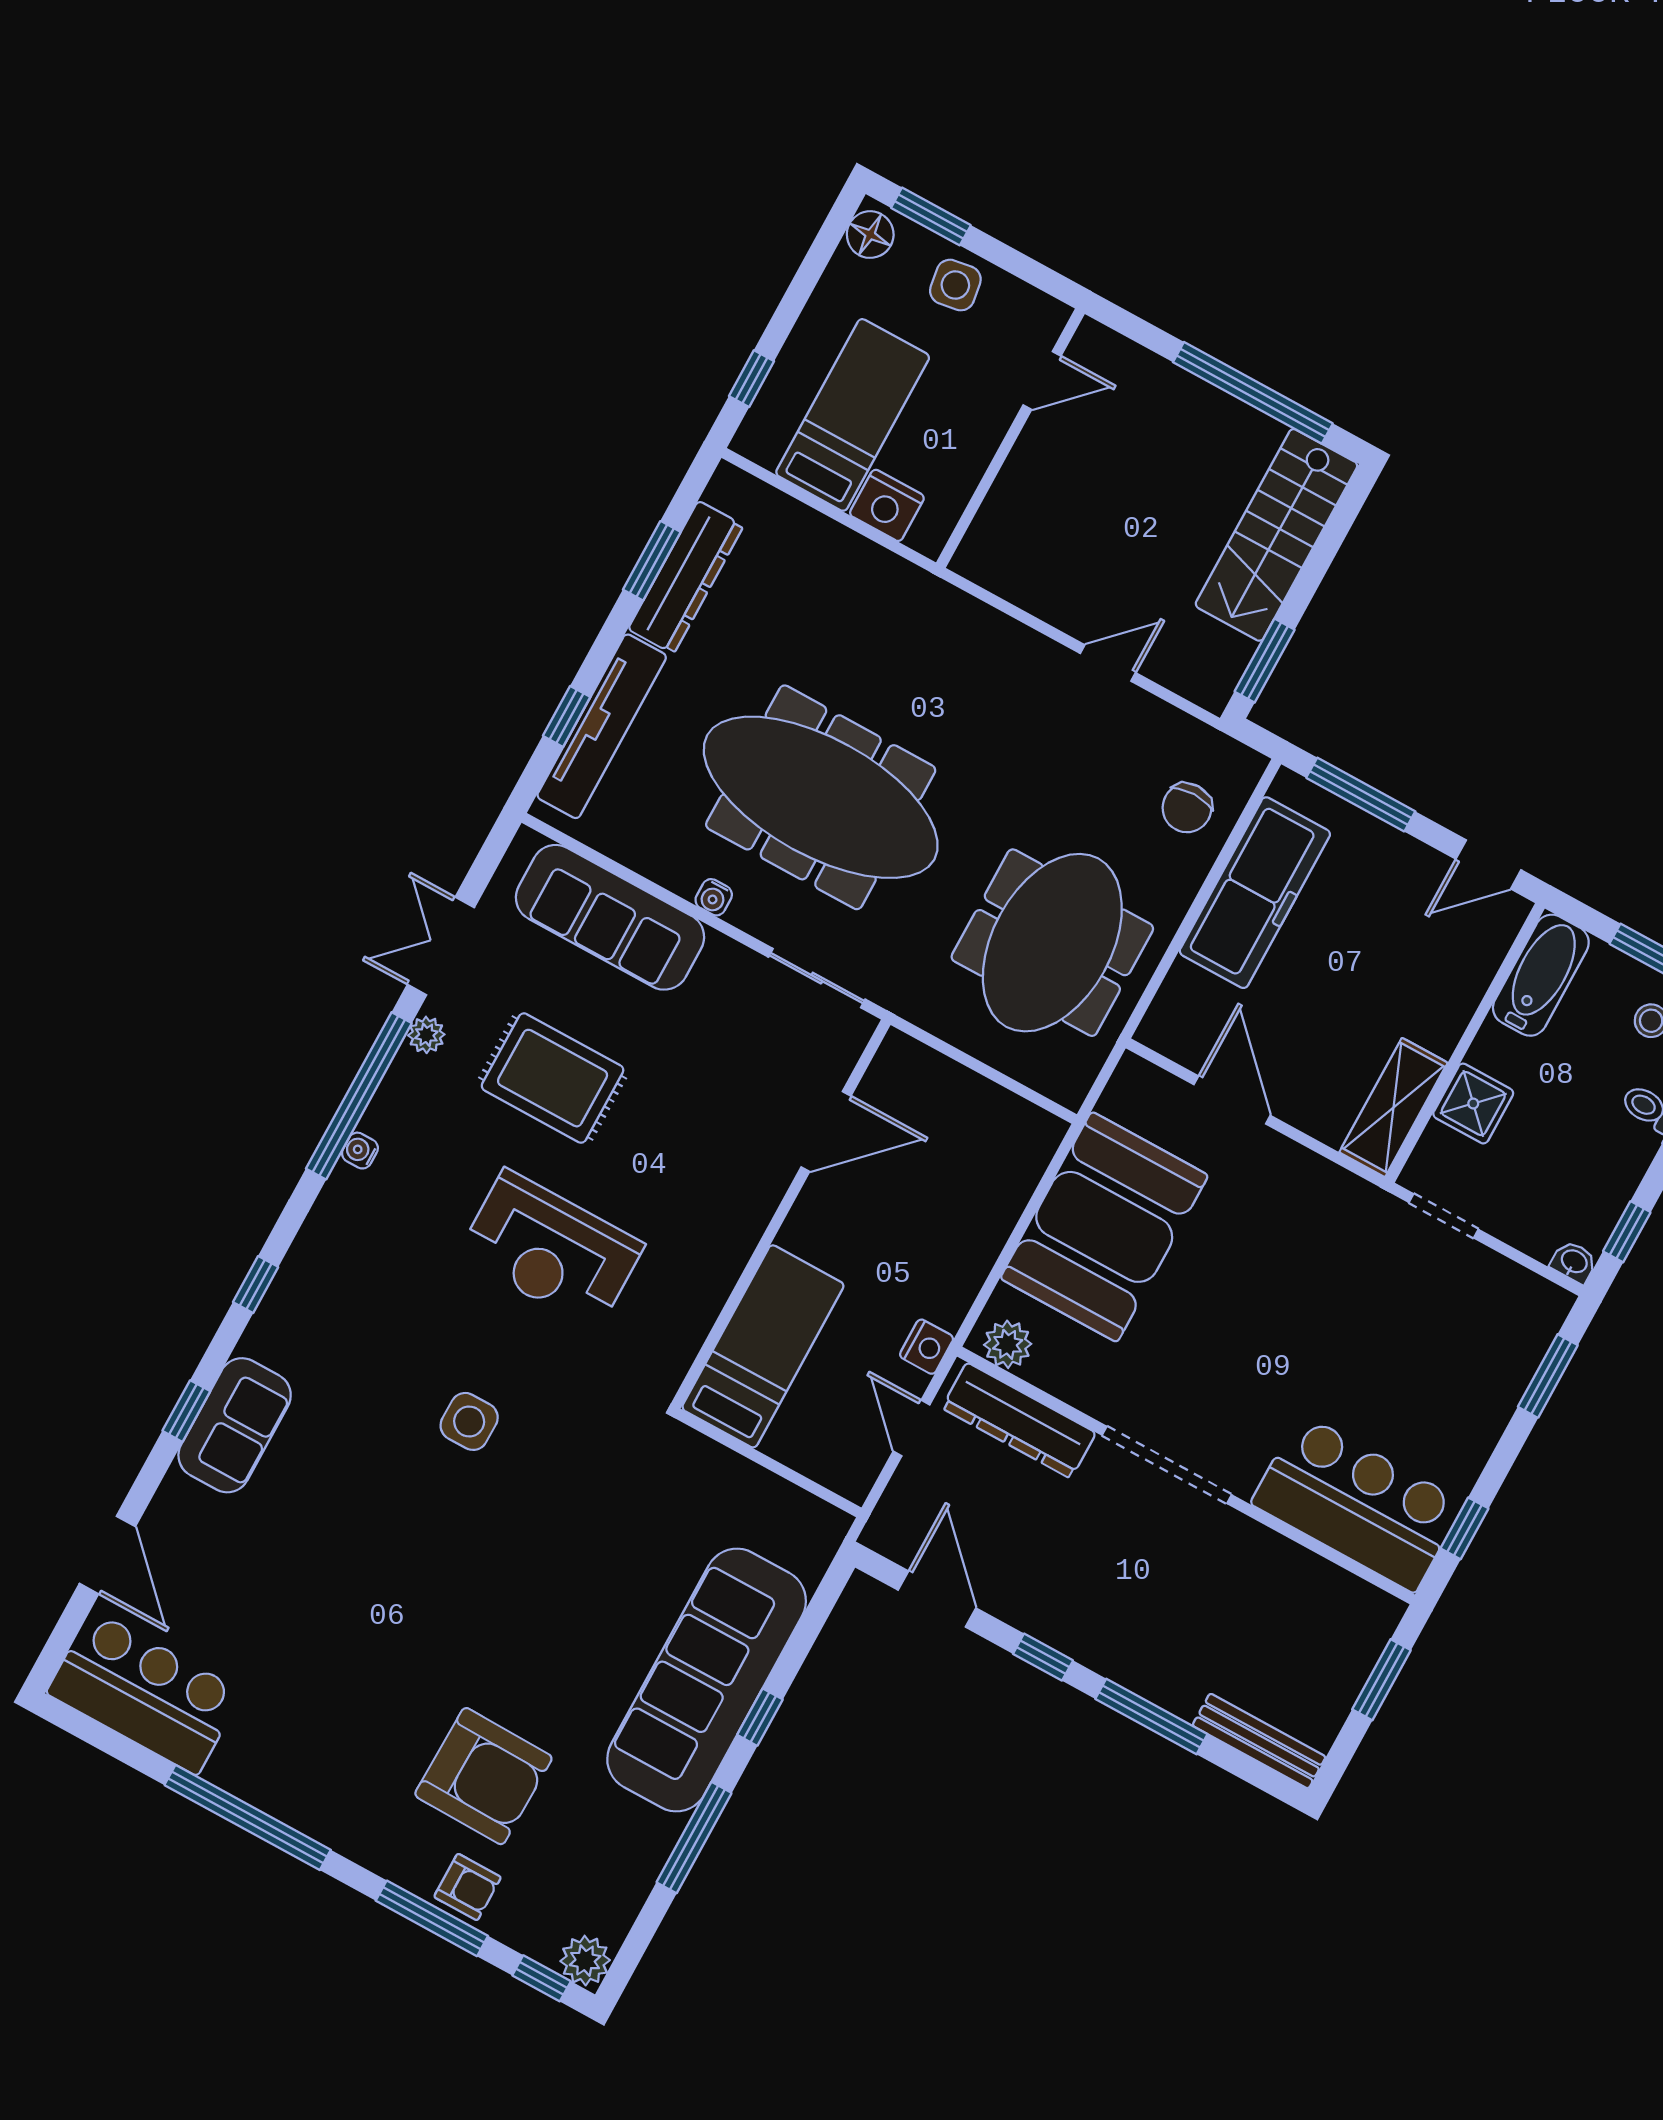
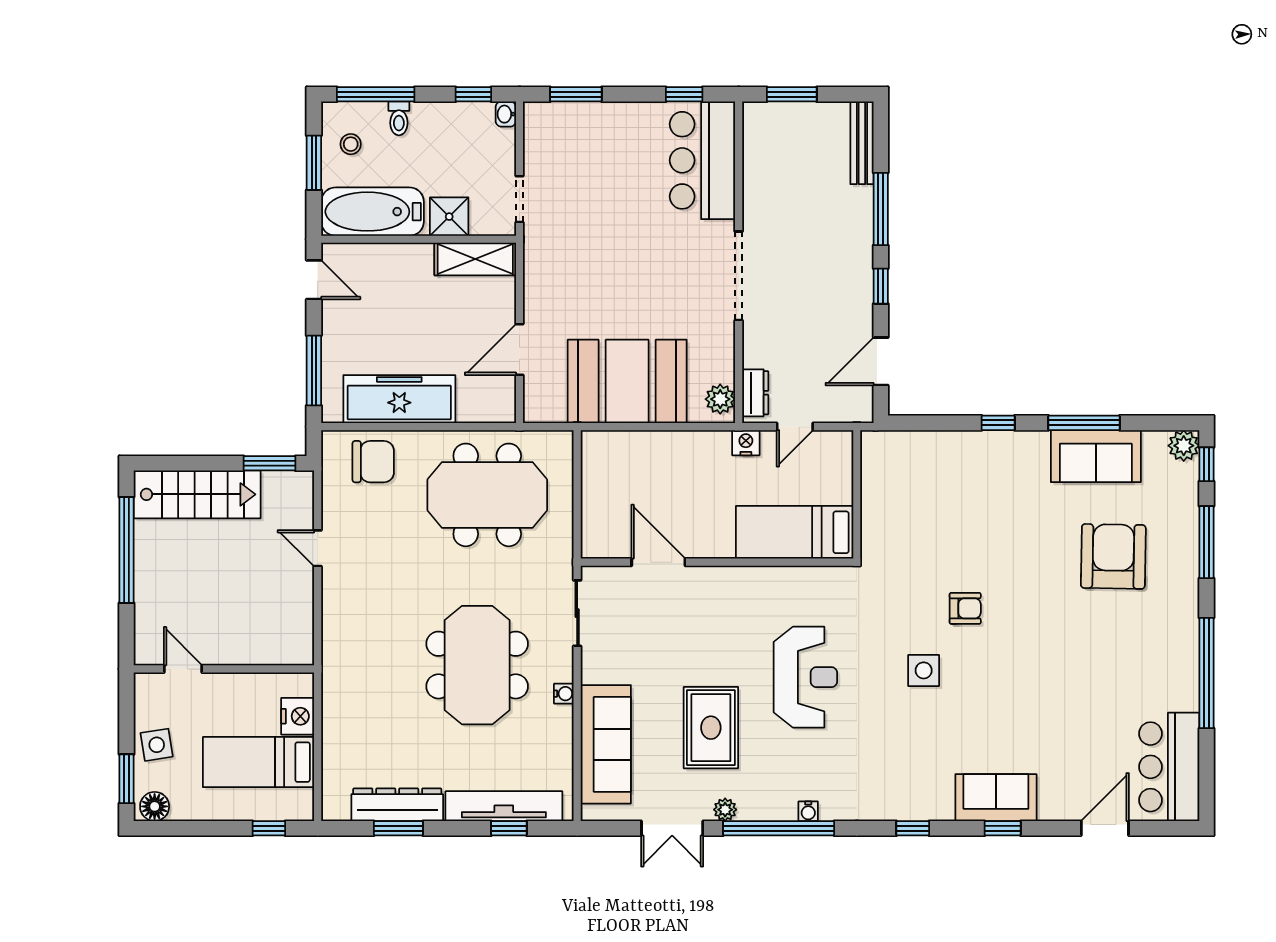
meeting table: (821, 797) -> (477, 665), width x0.73
chair: (1187, 808) -> (373, 462), width x1.37, depth x1.37
bathtub: (1541, 975) -> (372, 212), width x1.36, depth x1.36
dresser: (1019, 1420) -> (755, 393), width x0.51, depth x0.80
sofa: (707, 1680) -> (1096, 456), moved, width x0.54, depth x0.79
armchair: (467, 1887) -> (965, 608), moved, turned 90

